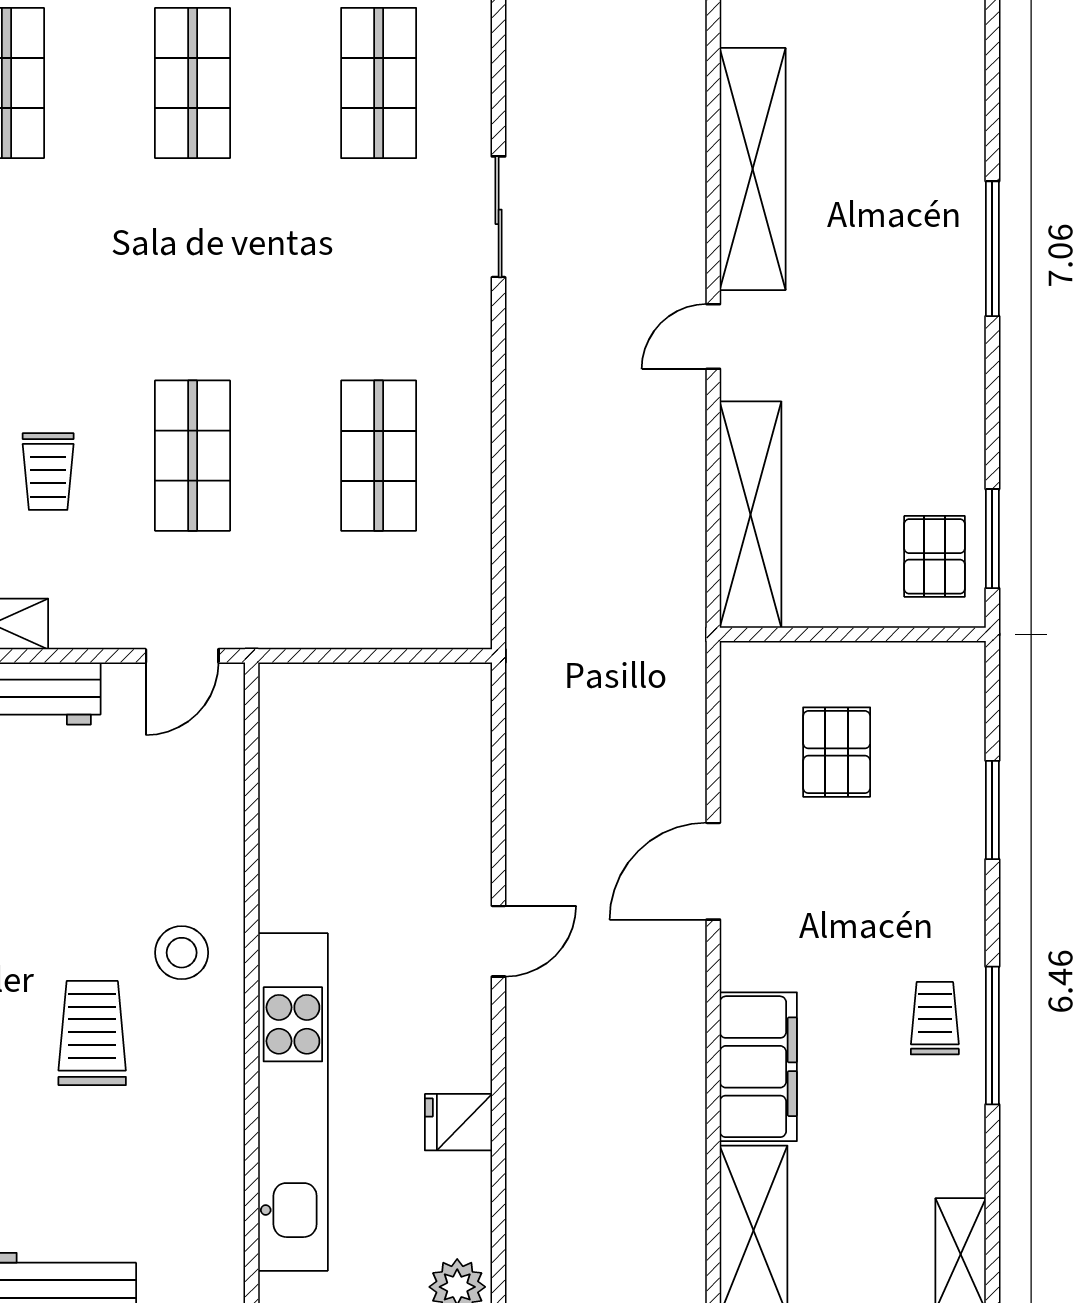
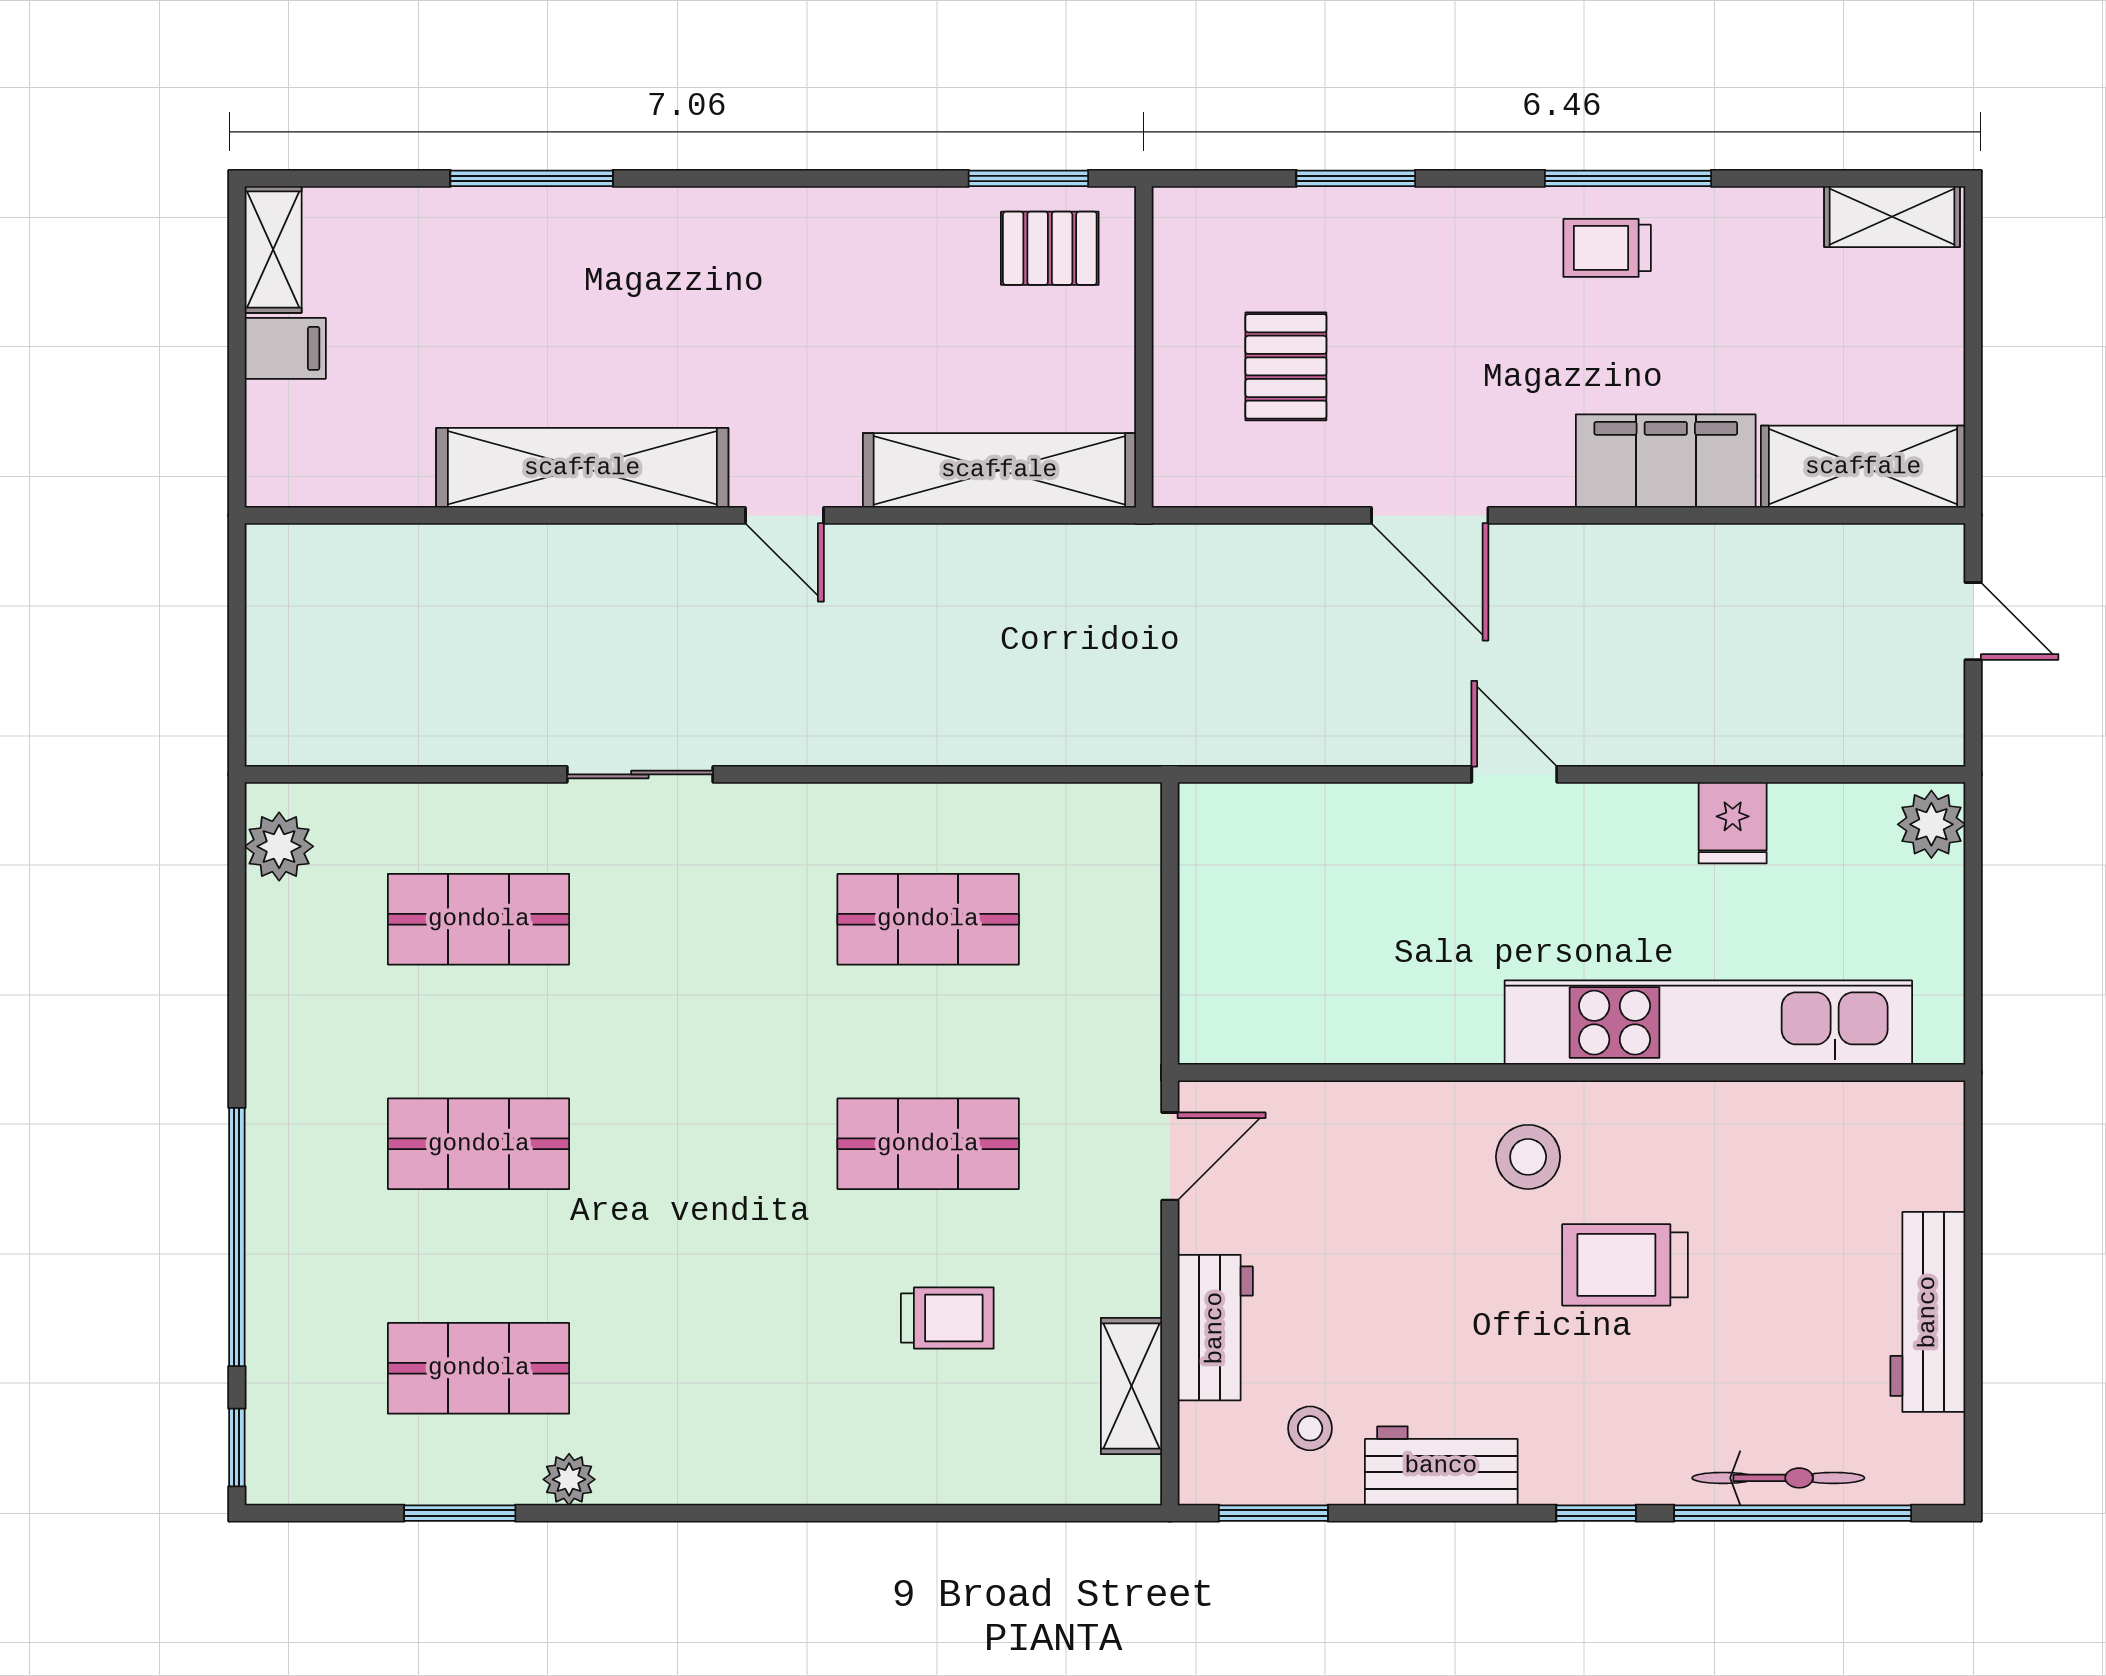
window: (992, 249) -> (532, 178), moved
door: (182, 656) -> (1170, 1156), hinge flipped
pallet: (837, 752) -> (1286, 366), turned 90

